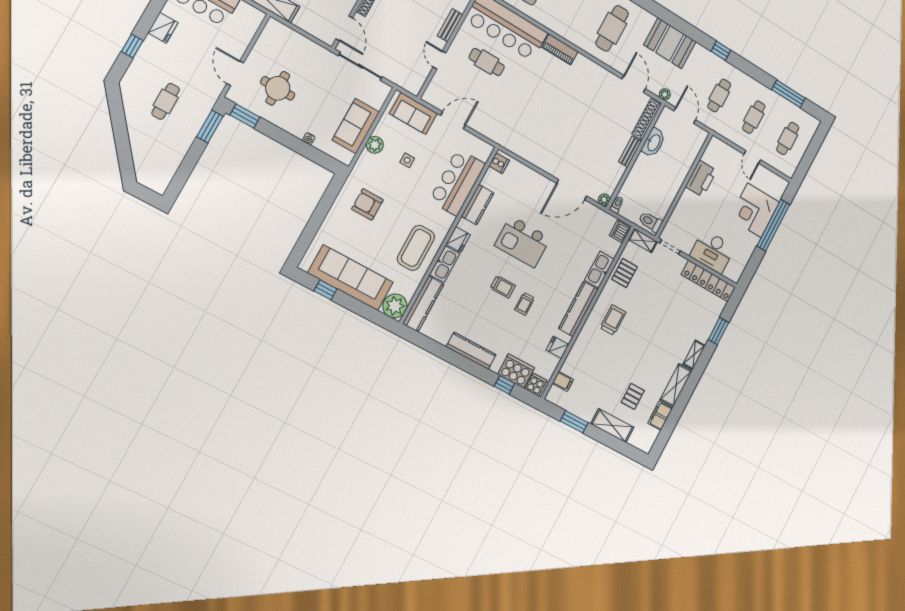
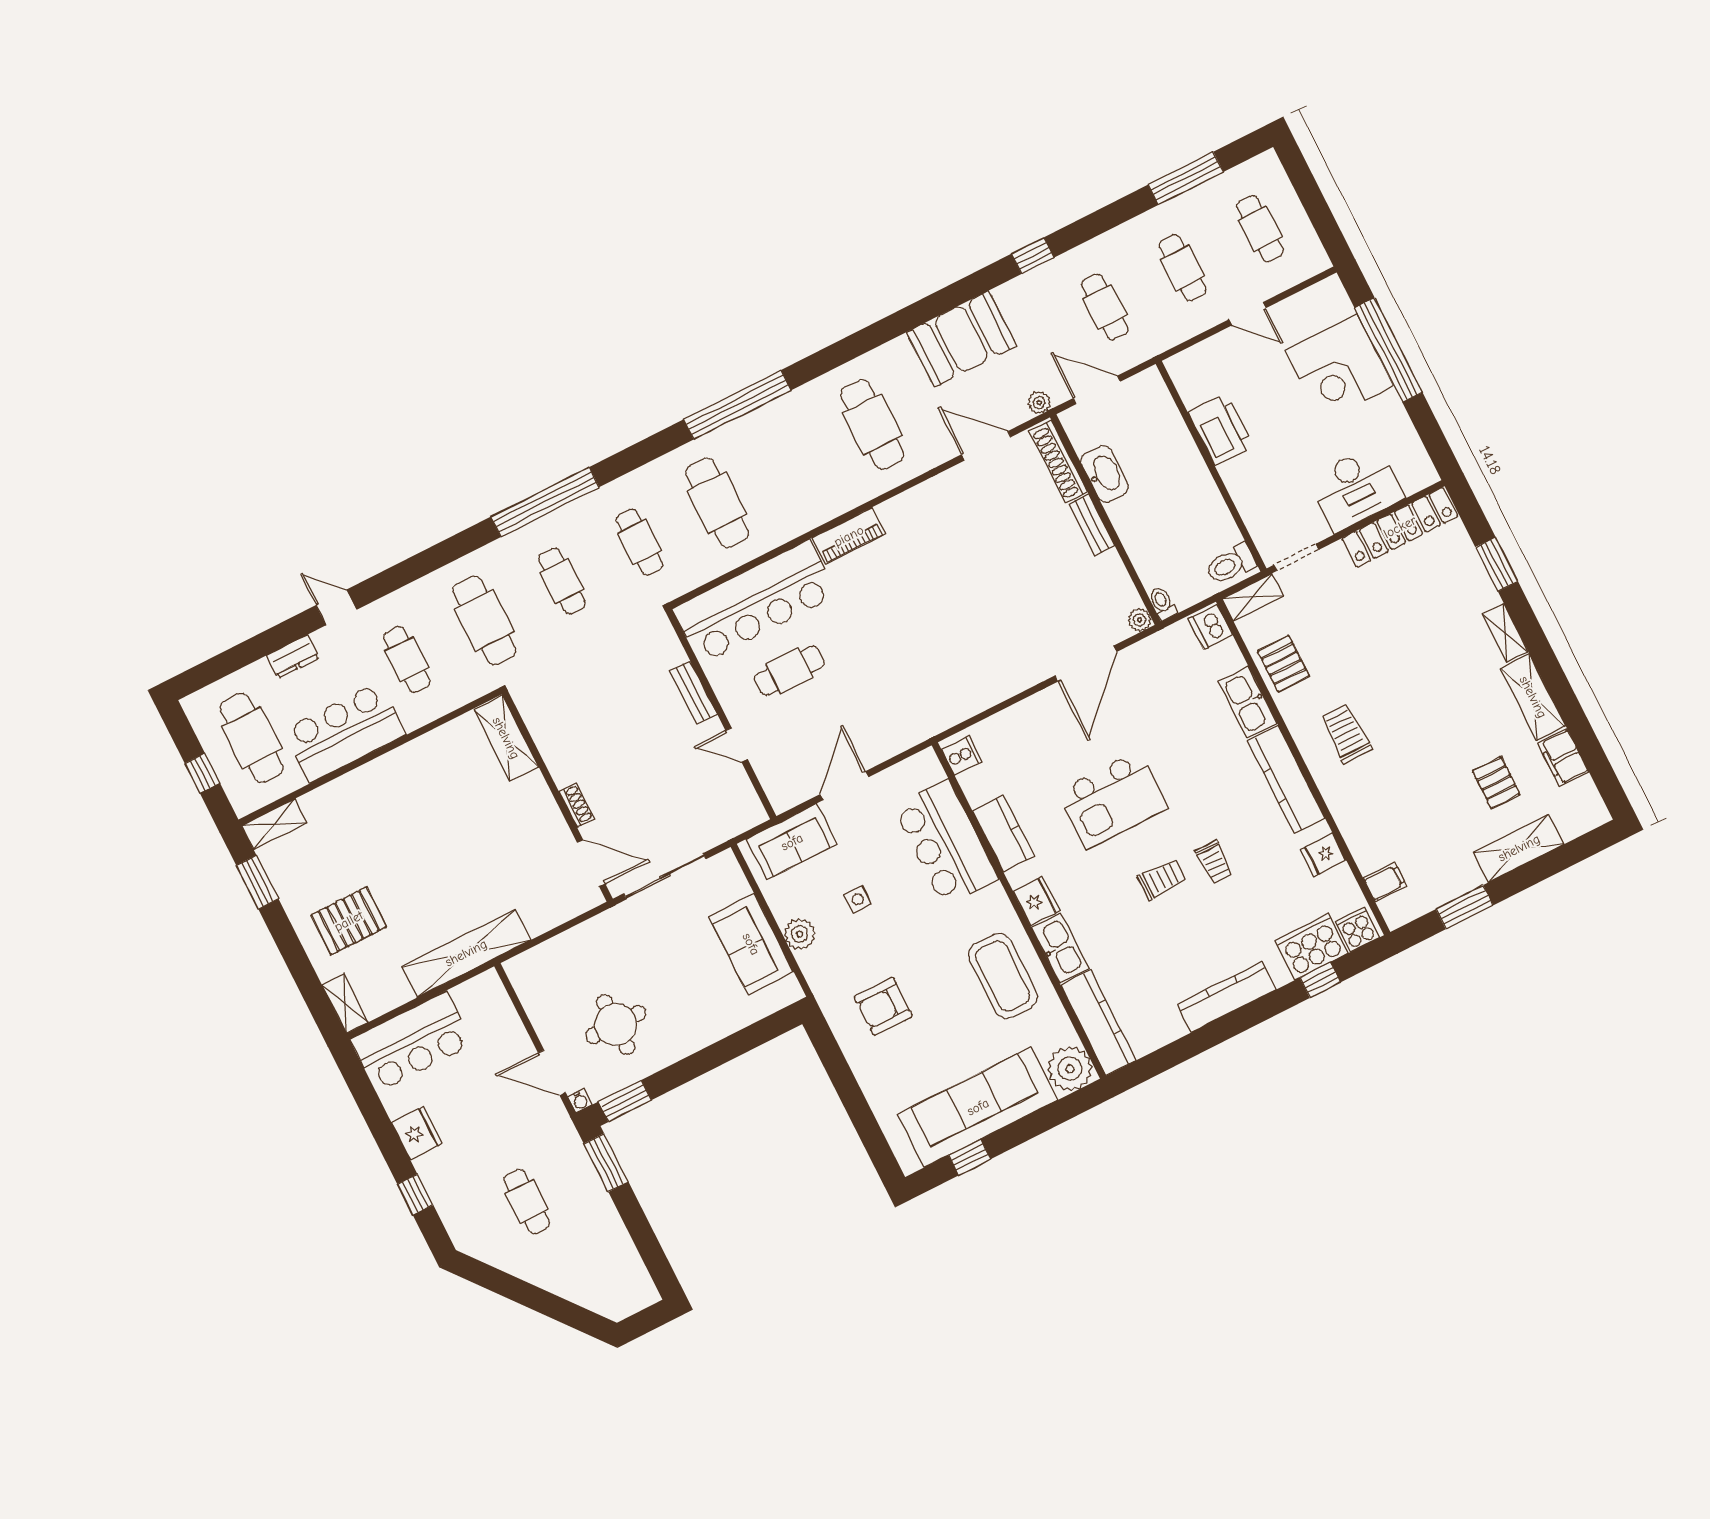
water cooler: (309, 139) -> (580, 1101), moved

